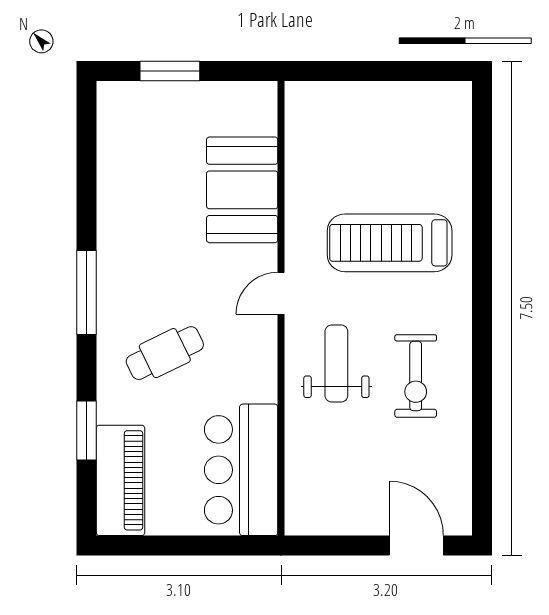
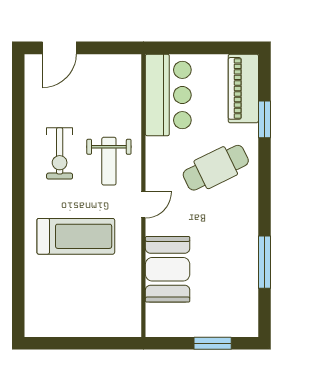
window: (87, 293) -> (264, 262), moved
cafe table: (165, 353) -> (216, 168), width x1.37, depth x1.35
exercise bike: (416, 376) -> (60, 153), turned 180
door: (416, 546) -> (59, 48), hinge flipped

